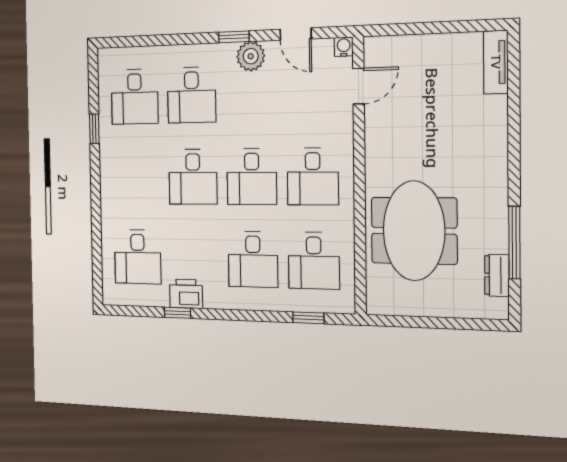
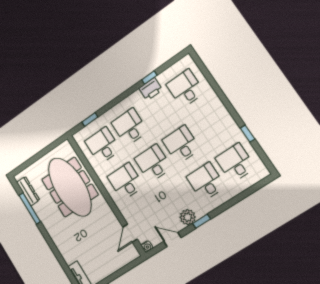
meeting table: (414, 231) -> (70, 187), width x1.36
dresser: (497, 275) -> (28, 191), width x1.44

